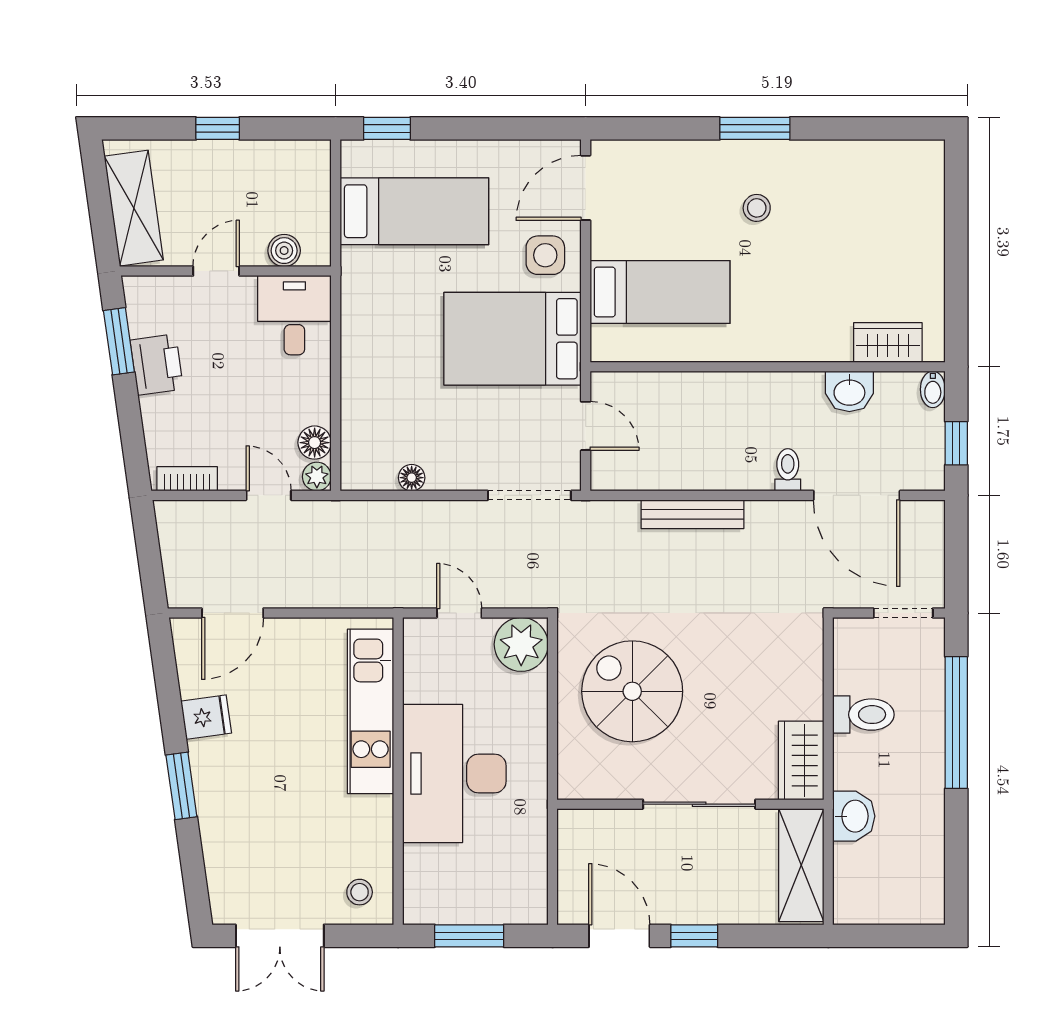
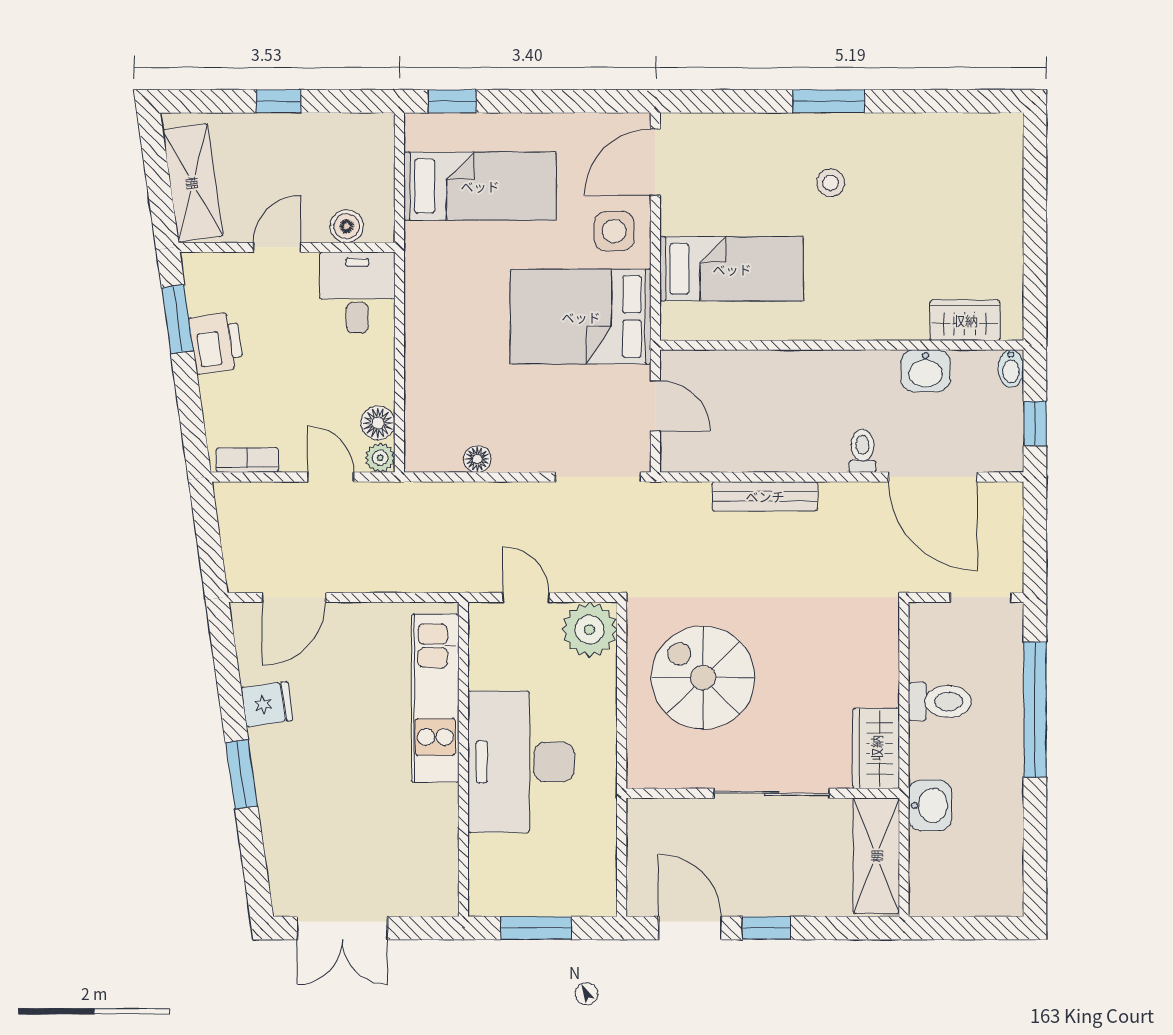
stool: (360, 892) -> (424, 883), removed

